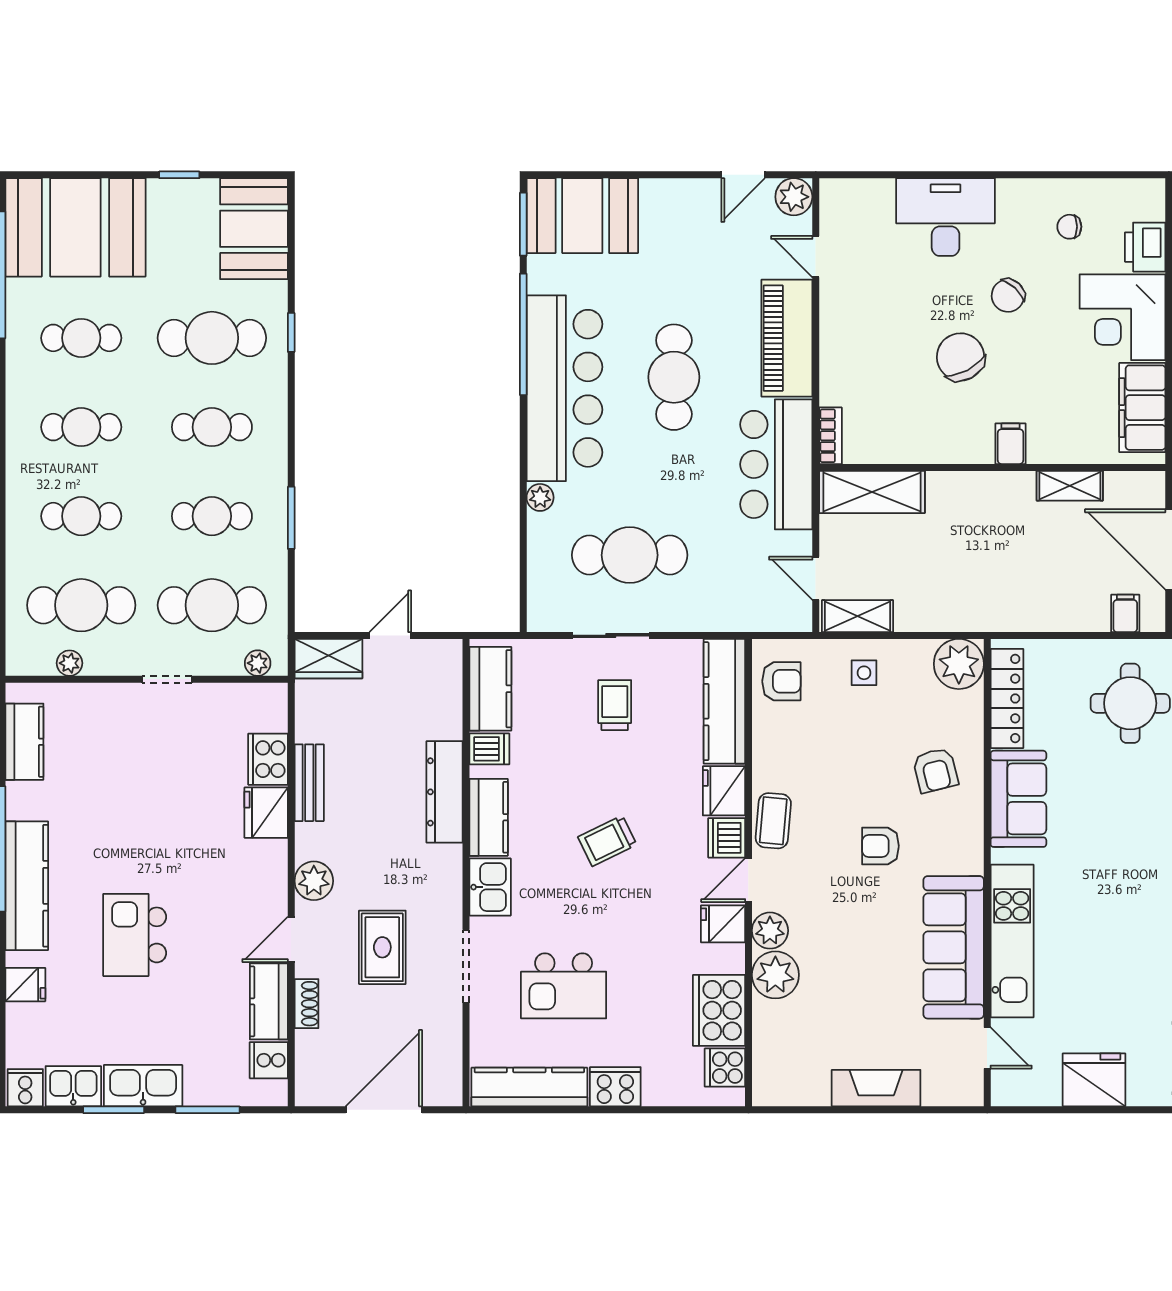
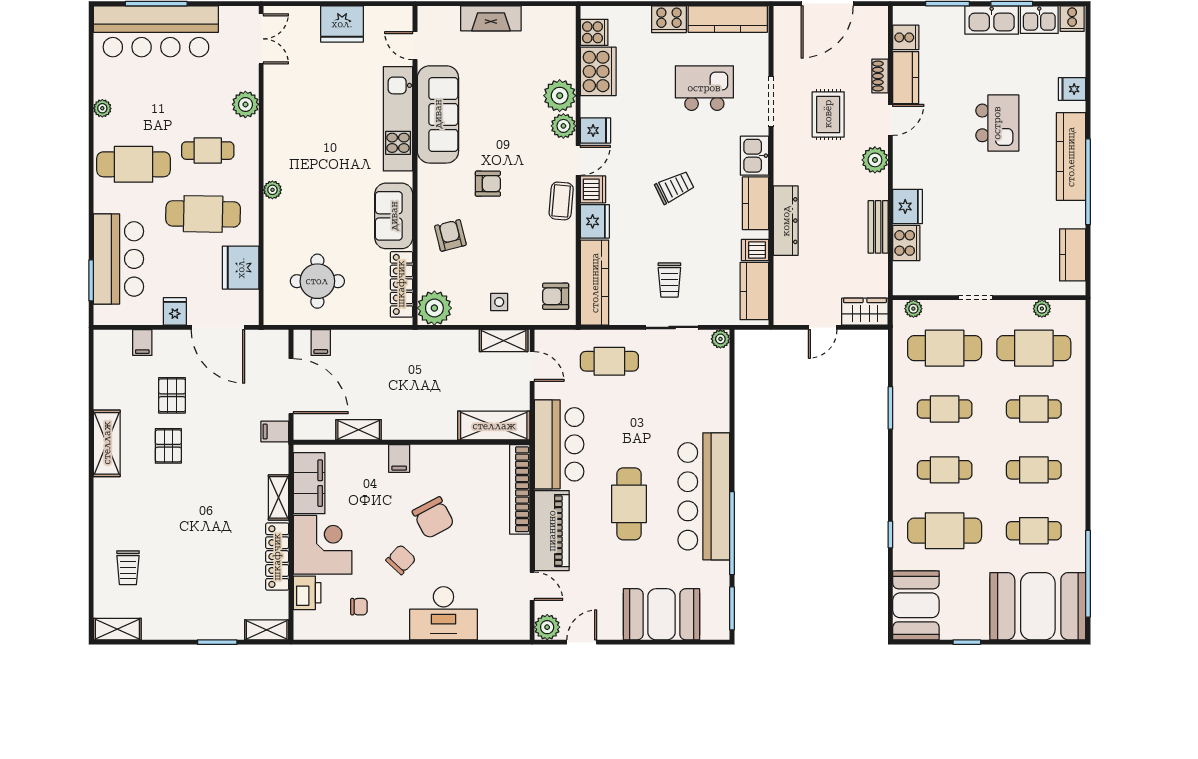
booth: (582, 216) -> (662, 614), moved
bookcase: (830, 436) -> (520, 489), width x2.31, depth x1.31
plant: (540, 497) -> (720, 339), moved
cafe table: (630, 555) -> (609, 361), moved, width x0.73, depth x0.74

